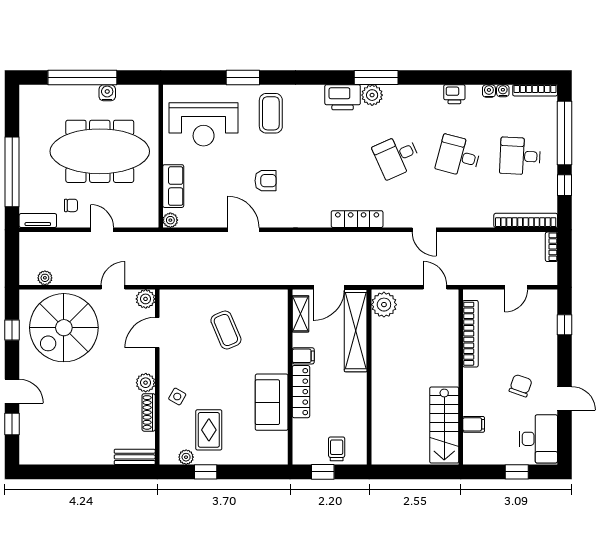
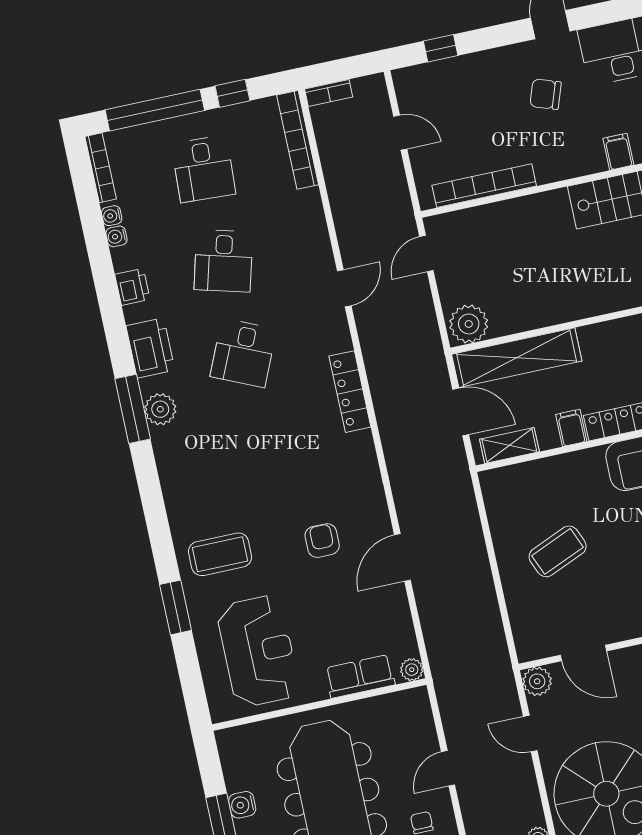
printer: (343, 97) -> (150, 348), moved
desk: (397, 156) -> (243, 353), turned 48

